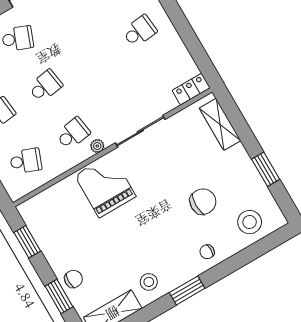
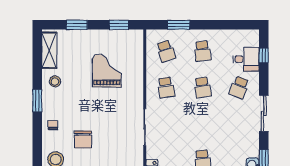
plant: (97, 146) -> (151, 97), removed
school desk: (26, 161) -> (166, 51), turned -39
grand piano: (105, 186) -> (107, 71), moved, turned -90
chair: (73, 279) -> (82, 39), removed

